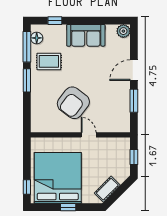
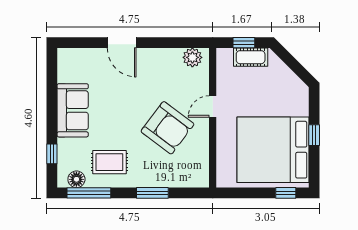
plant: (123, 31) -> (192, 57), moved
rug: (49, 61) -> (109, 162), turned 90
window: (27, 80) -> (152, 193), moved
window: (134, 101) -> (165, 43), removed
cot: (107, 189) -> (251, 57), moved, turned -45

